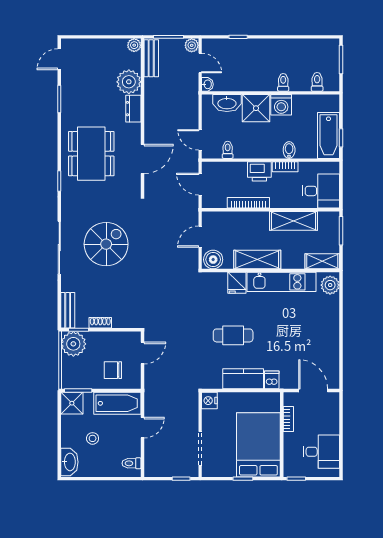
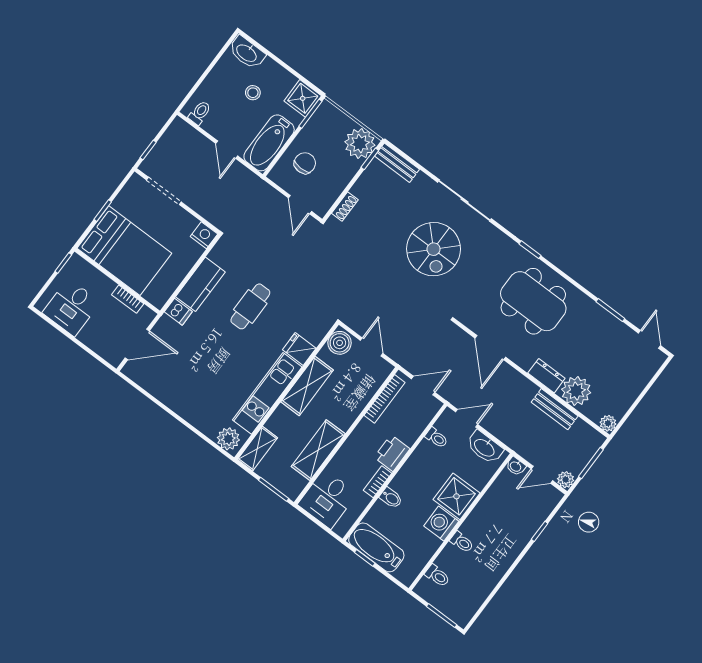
bench: (151, 58) -> (555, 409), moved
washbasin: (227, 103) -> (485, 447), moved, turned -90
bookcase: (248, 203) -> (385, 399), moved
shoe rack: (100, 323) -> (345, 207), moved

